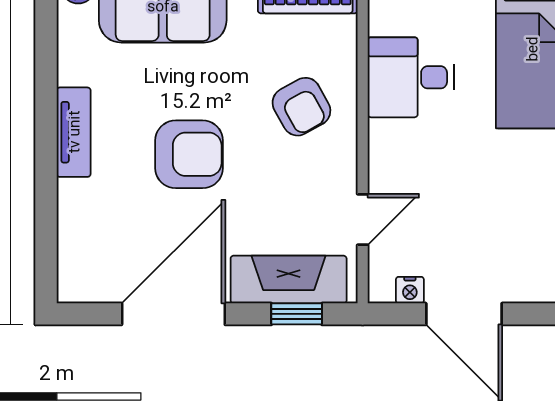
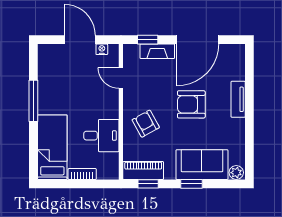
tv unit: (74, 132) -> (238, 99), moved
door: (363, 219) -> (121, 78), hinge flipped
fireplace: (289, 280) -> (157, 51), width x0.73, depth x0.76

